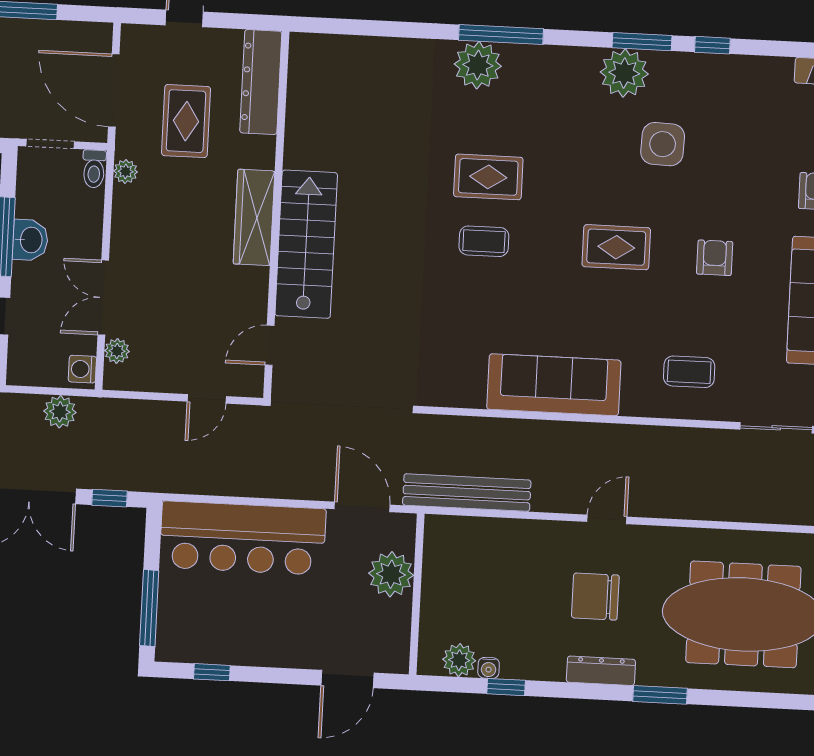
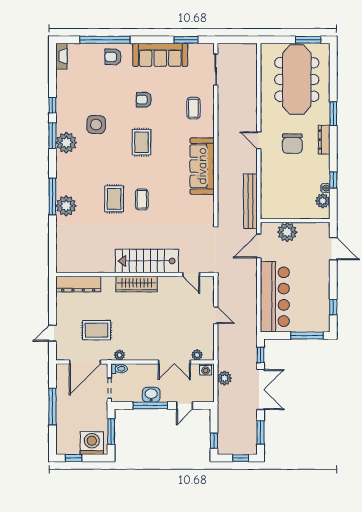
dresser: (261, 82) -> (78, 284), moved
wall: (276, 215) -> (135, 274), moved
wardrobe: (254, 217) -> (137, 284), moved
stairs: (306, 244) -> (147, 261), moved
door: (270, 345) -> (191, 274), moved

